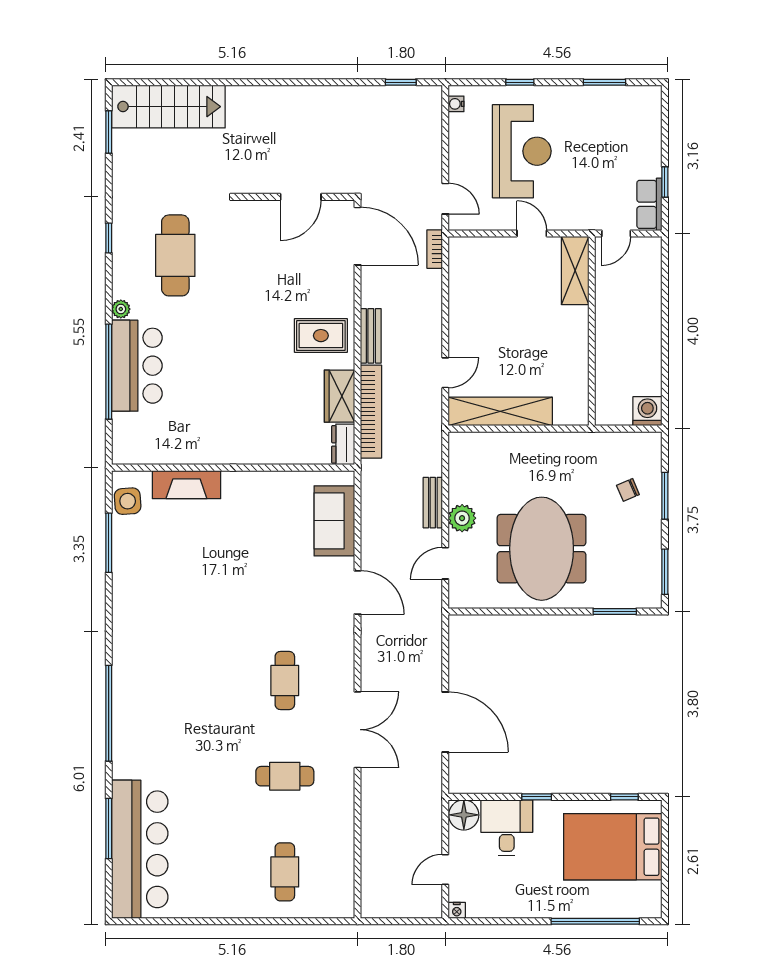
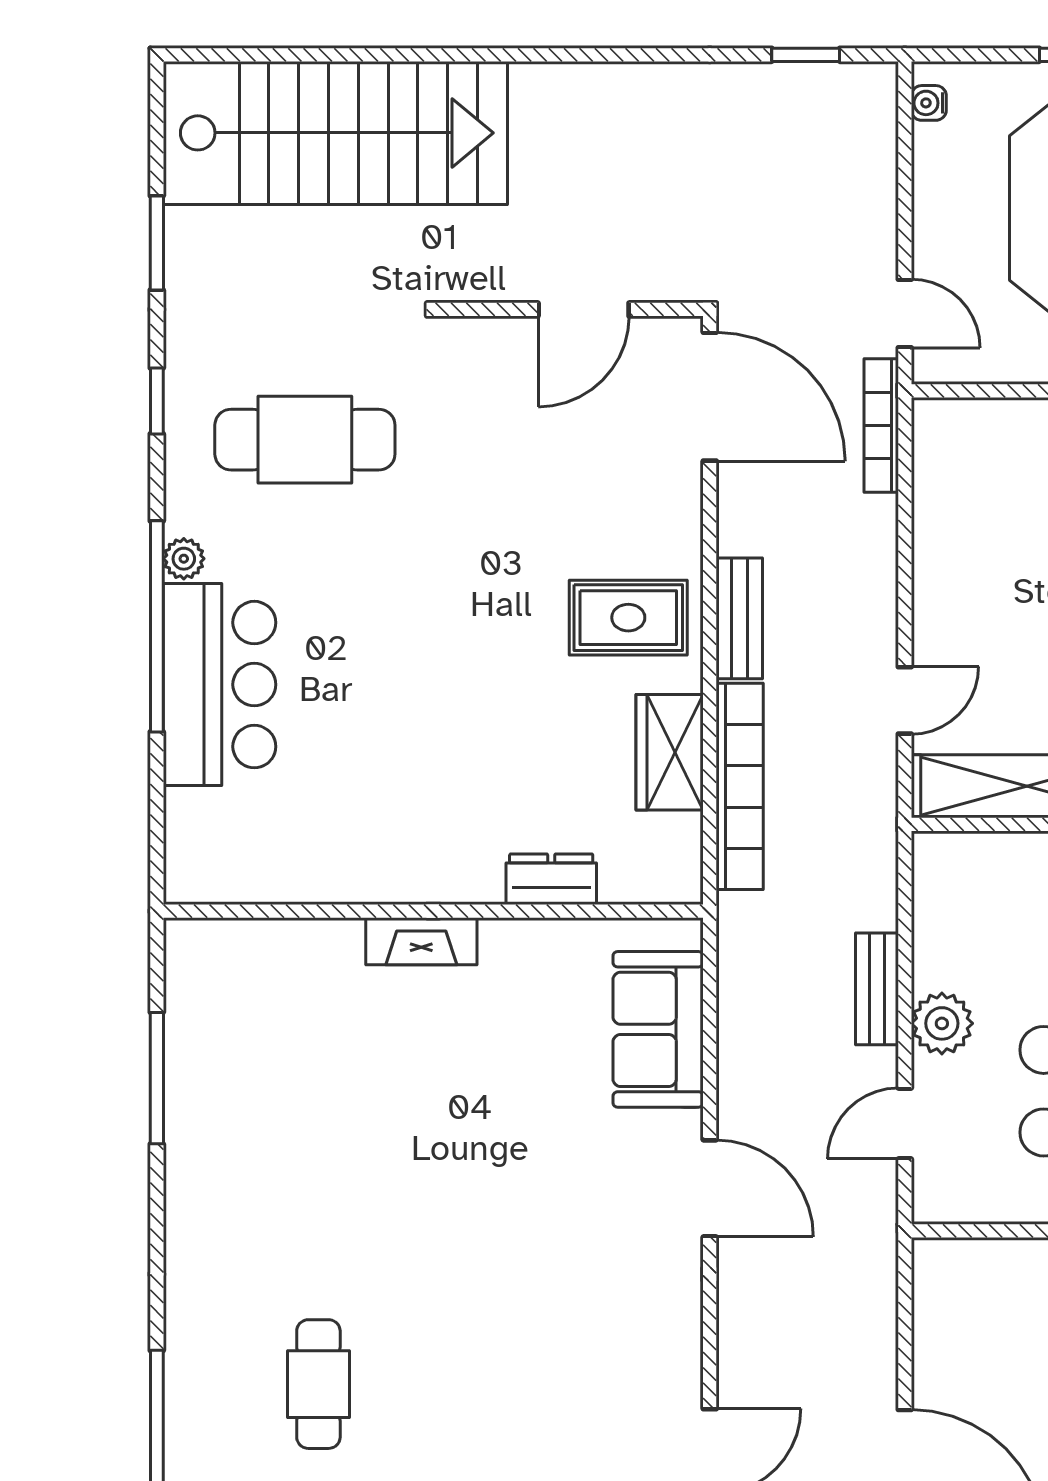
stairs: (168, 107) -> (335, 133), width x1.36, depth x1.51
window: (109, 132) -> (157, 243), moved
bookcase: (435, 249) -> (881, 425), width x1.56
cafe table: (175, 255) -> (305, 440), turned 90
window: (109, 372) -> (157, 626), moved
dresser: (343, 444) -> (551, 879), moved, turned 90
fireplace: (186, 485) -> (421, 941), moved, width x0.73, depth x0.76
side table: (128, 501) -> (199, 986), removed
cafe table: (285, 680) -> (318, 1384), moved

